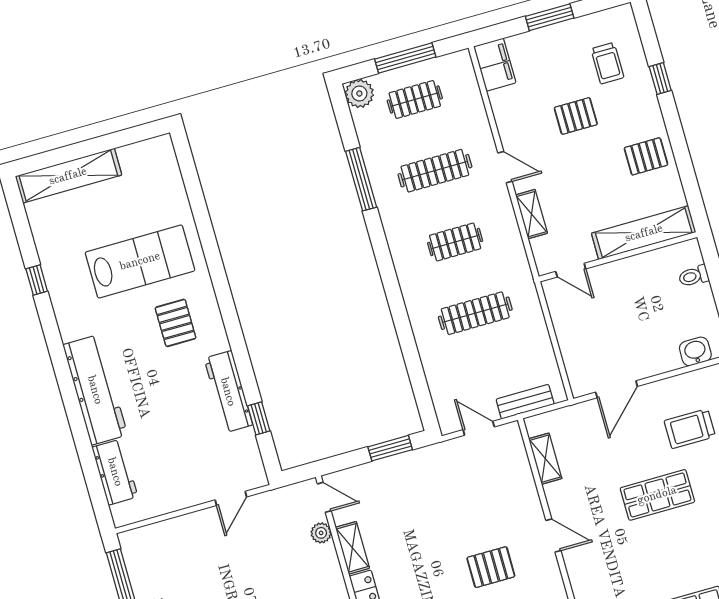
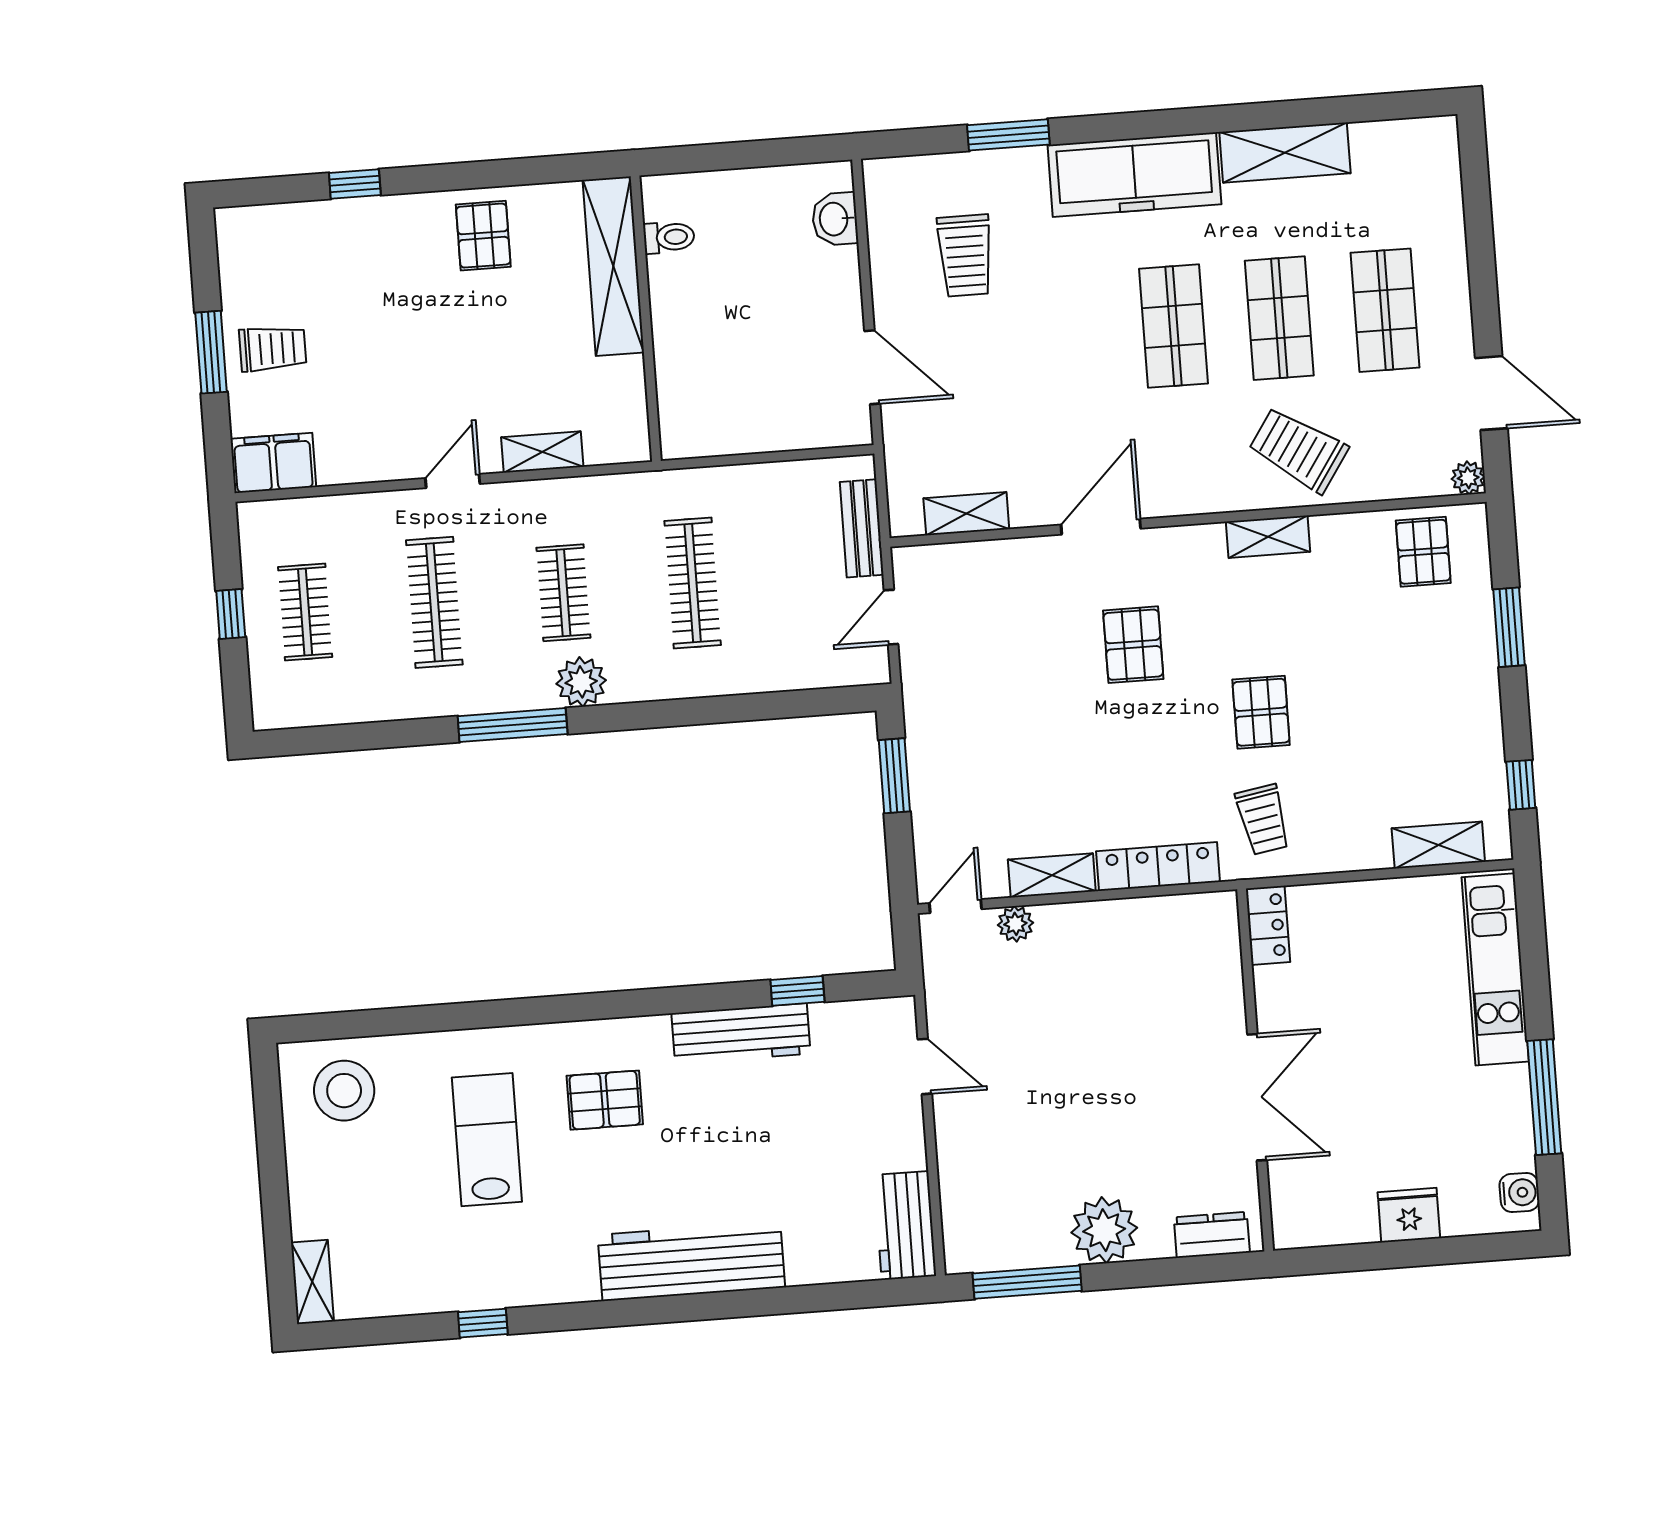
window: (405, 58) -> (231, 614), width x0.46
trolley: (607, 63) -> (273, 349), moved
plant: (359, 93) -> (581, 682), moved
pallet: (576, 116) -> (390, 342), removed
shelving: (68, 176) -> (312, 1282), width x0.45, depth x0.75
stool: (151, 176) -> (344, 1091), added
window: (361, 179) -> (513, 725), moved
lab bench: (140, 261) -> (487, 1140), width x0.73, depth x0.72
door: (571, 270) -> (652, 404), removed
toilet: (694, 276) -> (669, 237), moved, turned -90
workbench: (115, 472) -> (905, 1225), moved, turned -90
shop shelf: (657, 495) -> (1173, 326), moved
door: (553, 535) -> (1101, 527), width x1.38

